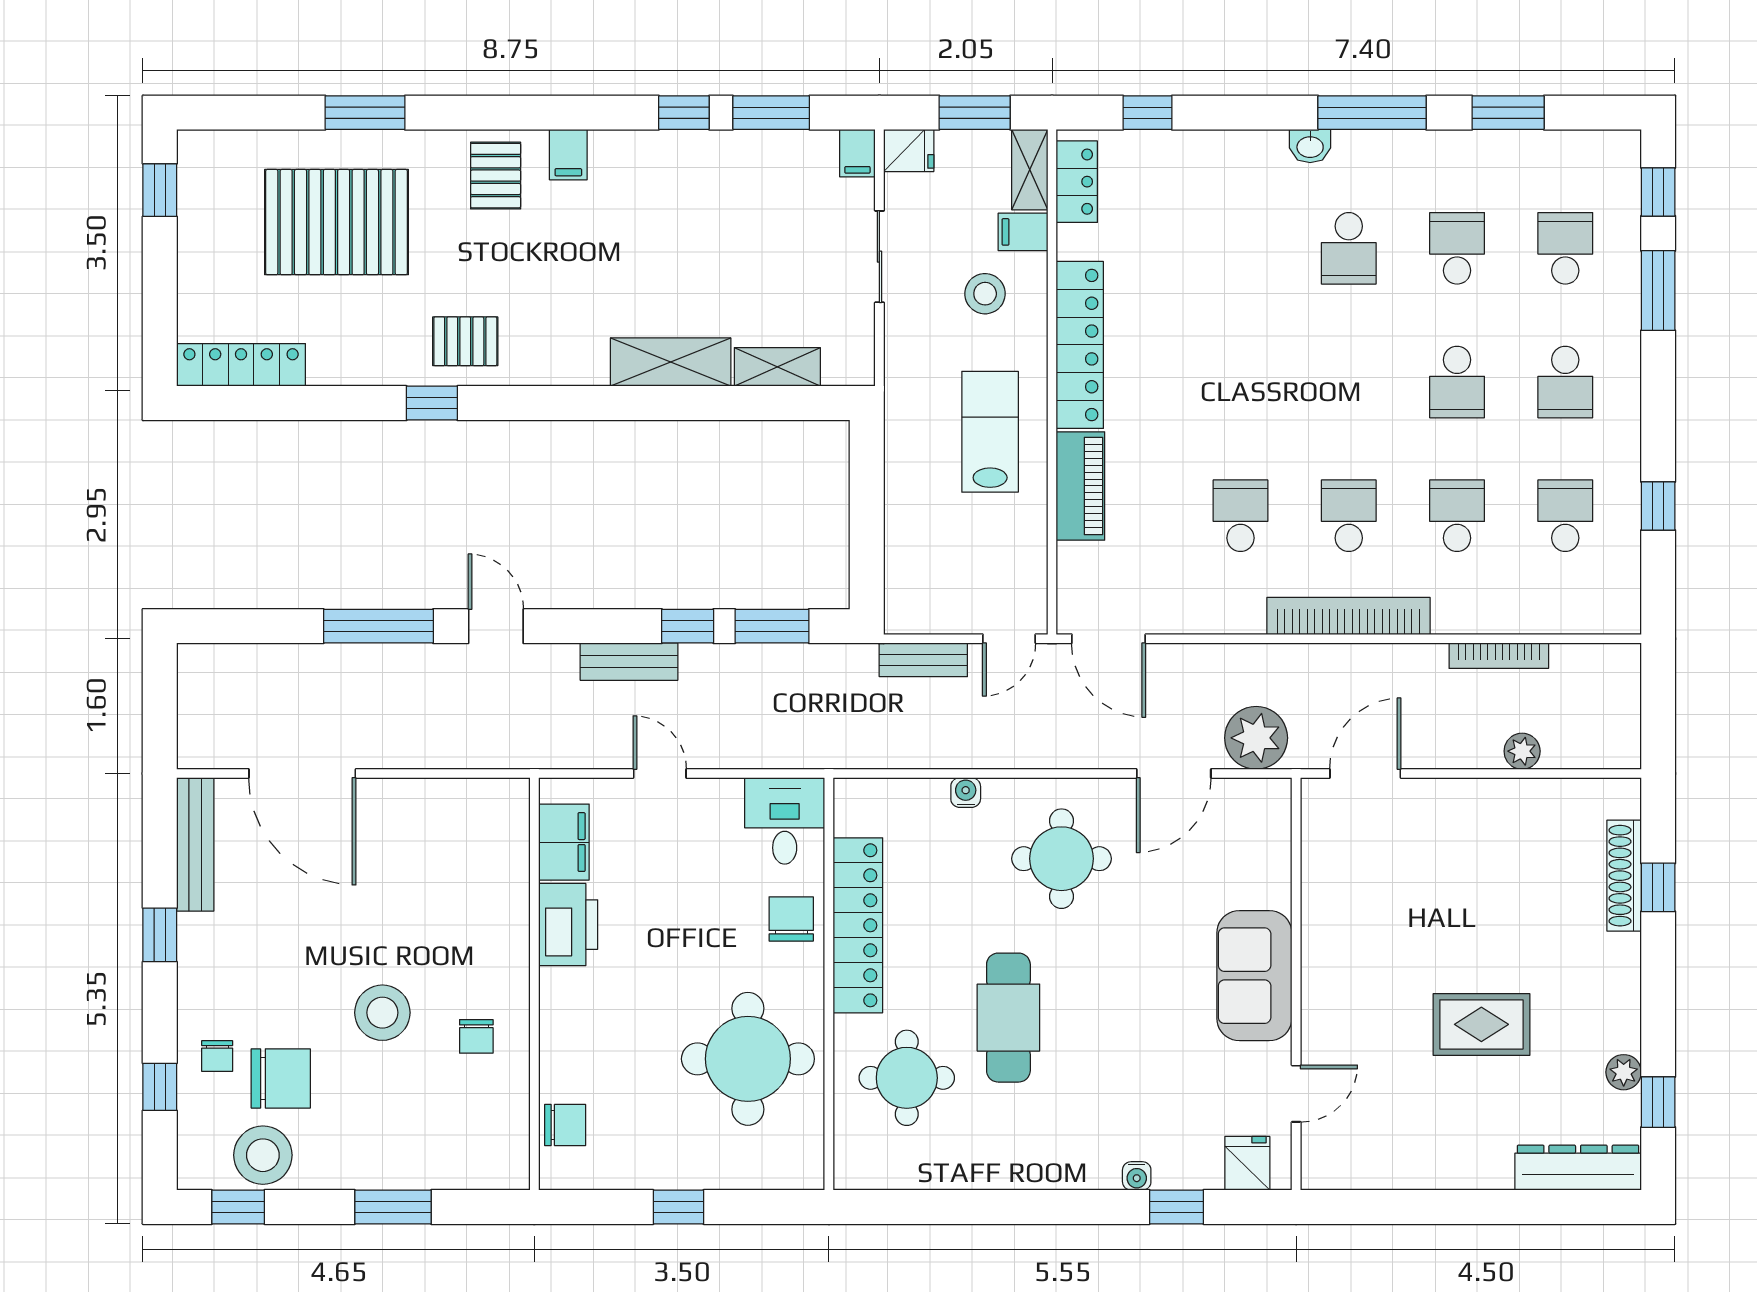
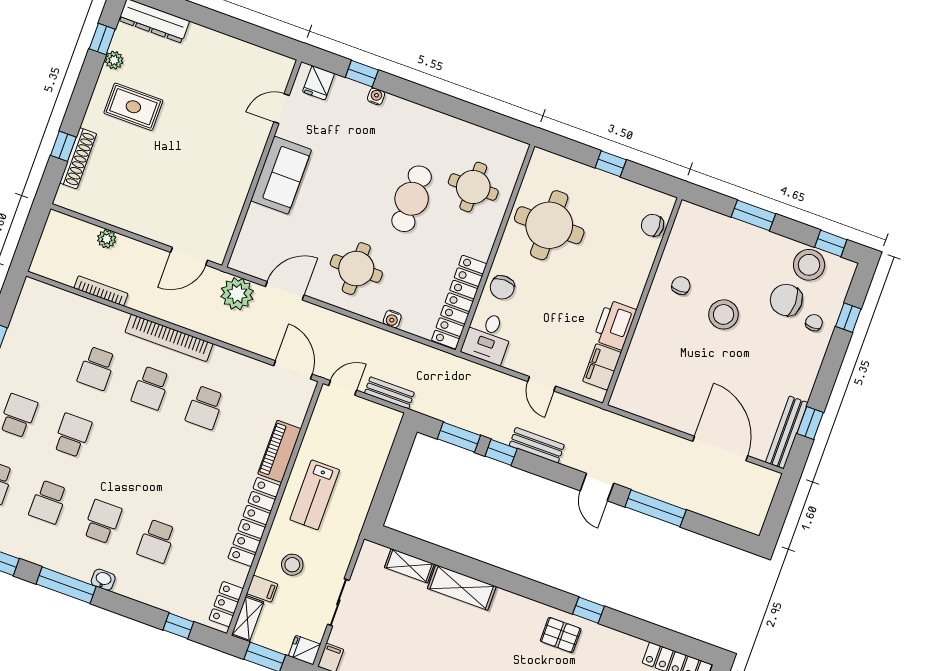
school desk: (1565, 516) -> (156, 541), moved
locker: (858, 925) -> (459, 302), moved
window: (160, 935) -> (810, 423), moved
rug: (1481, 1024) -> (133, 107), moved

